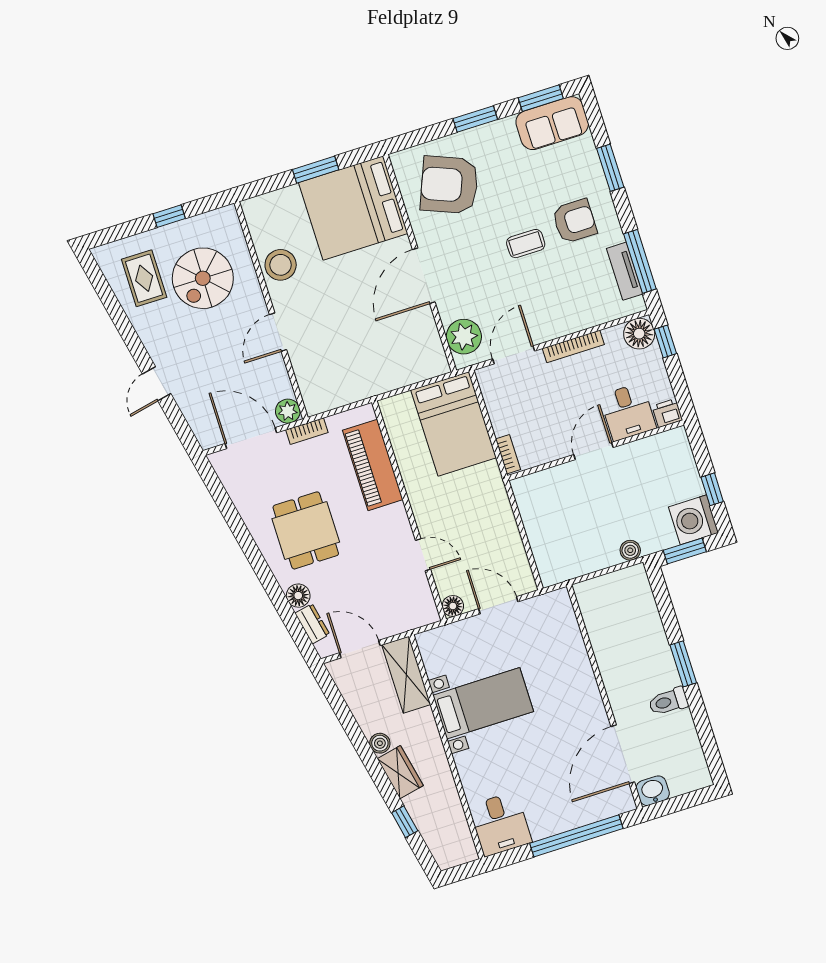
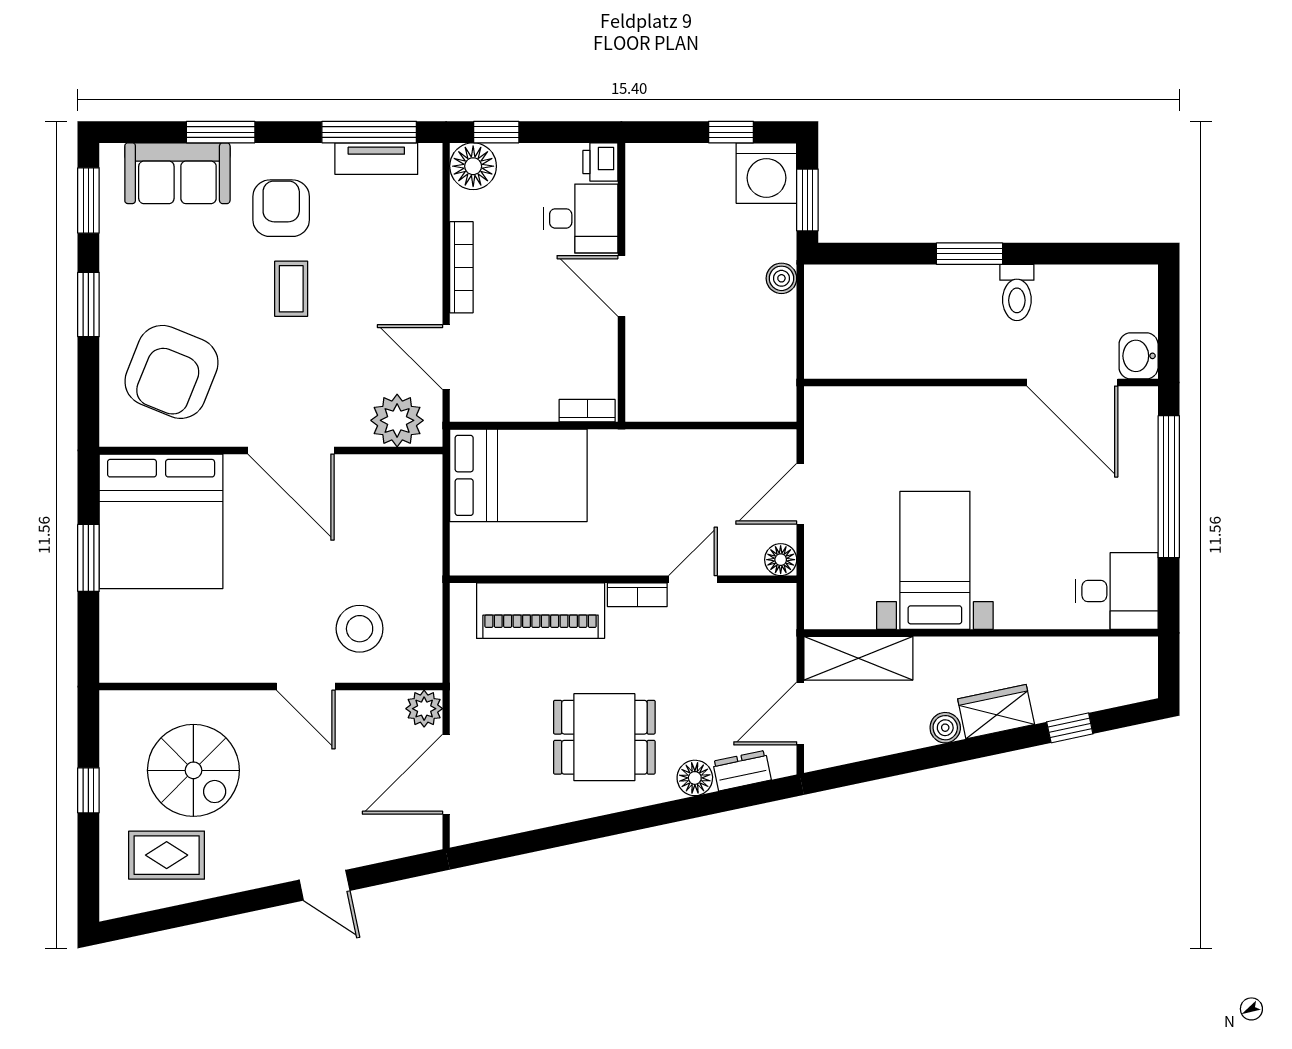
sofa: (552, 123) -> (177, 173), moved, turned 90
stool: (281, 265) -> (360, 629), moved
bookcase: (307, 431) -> (637, 595), moved, turned 90

